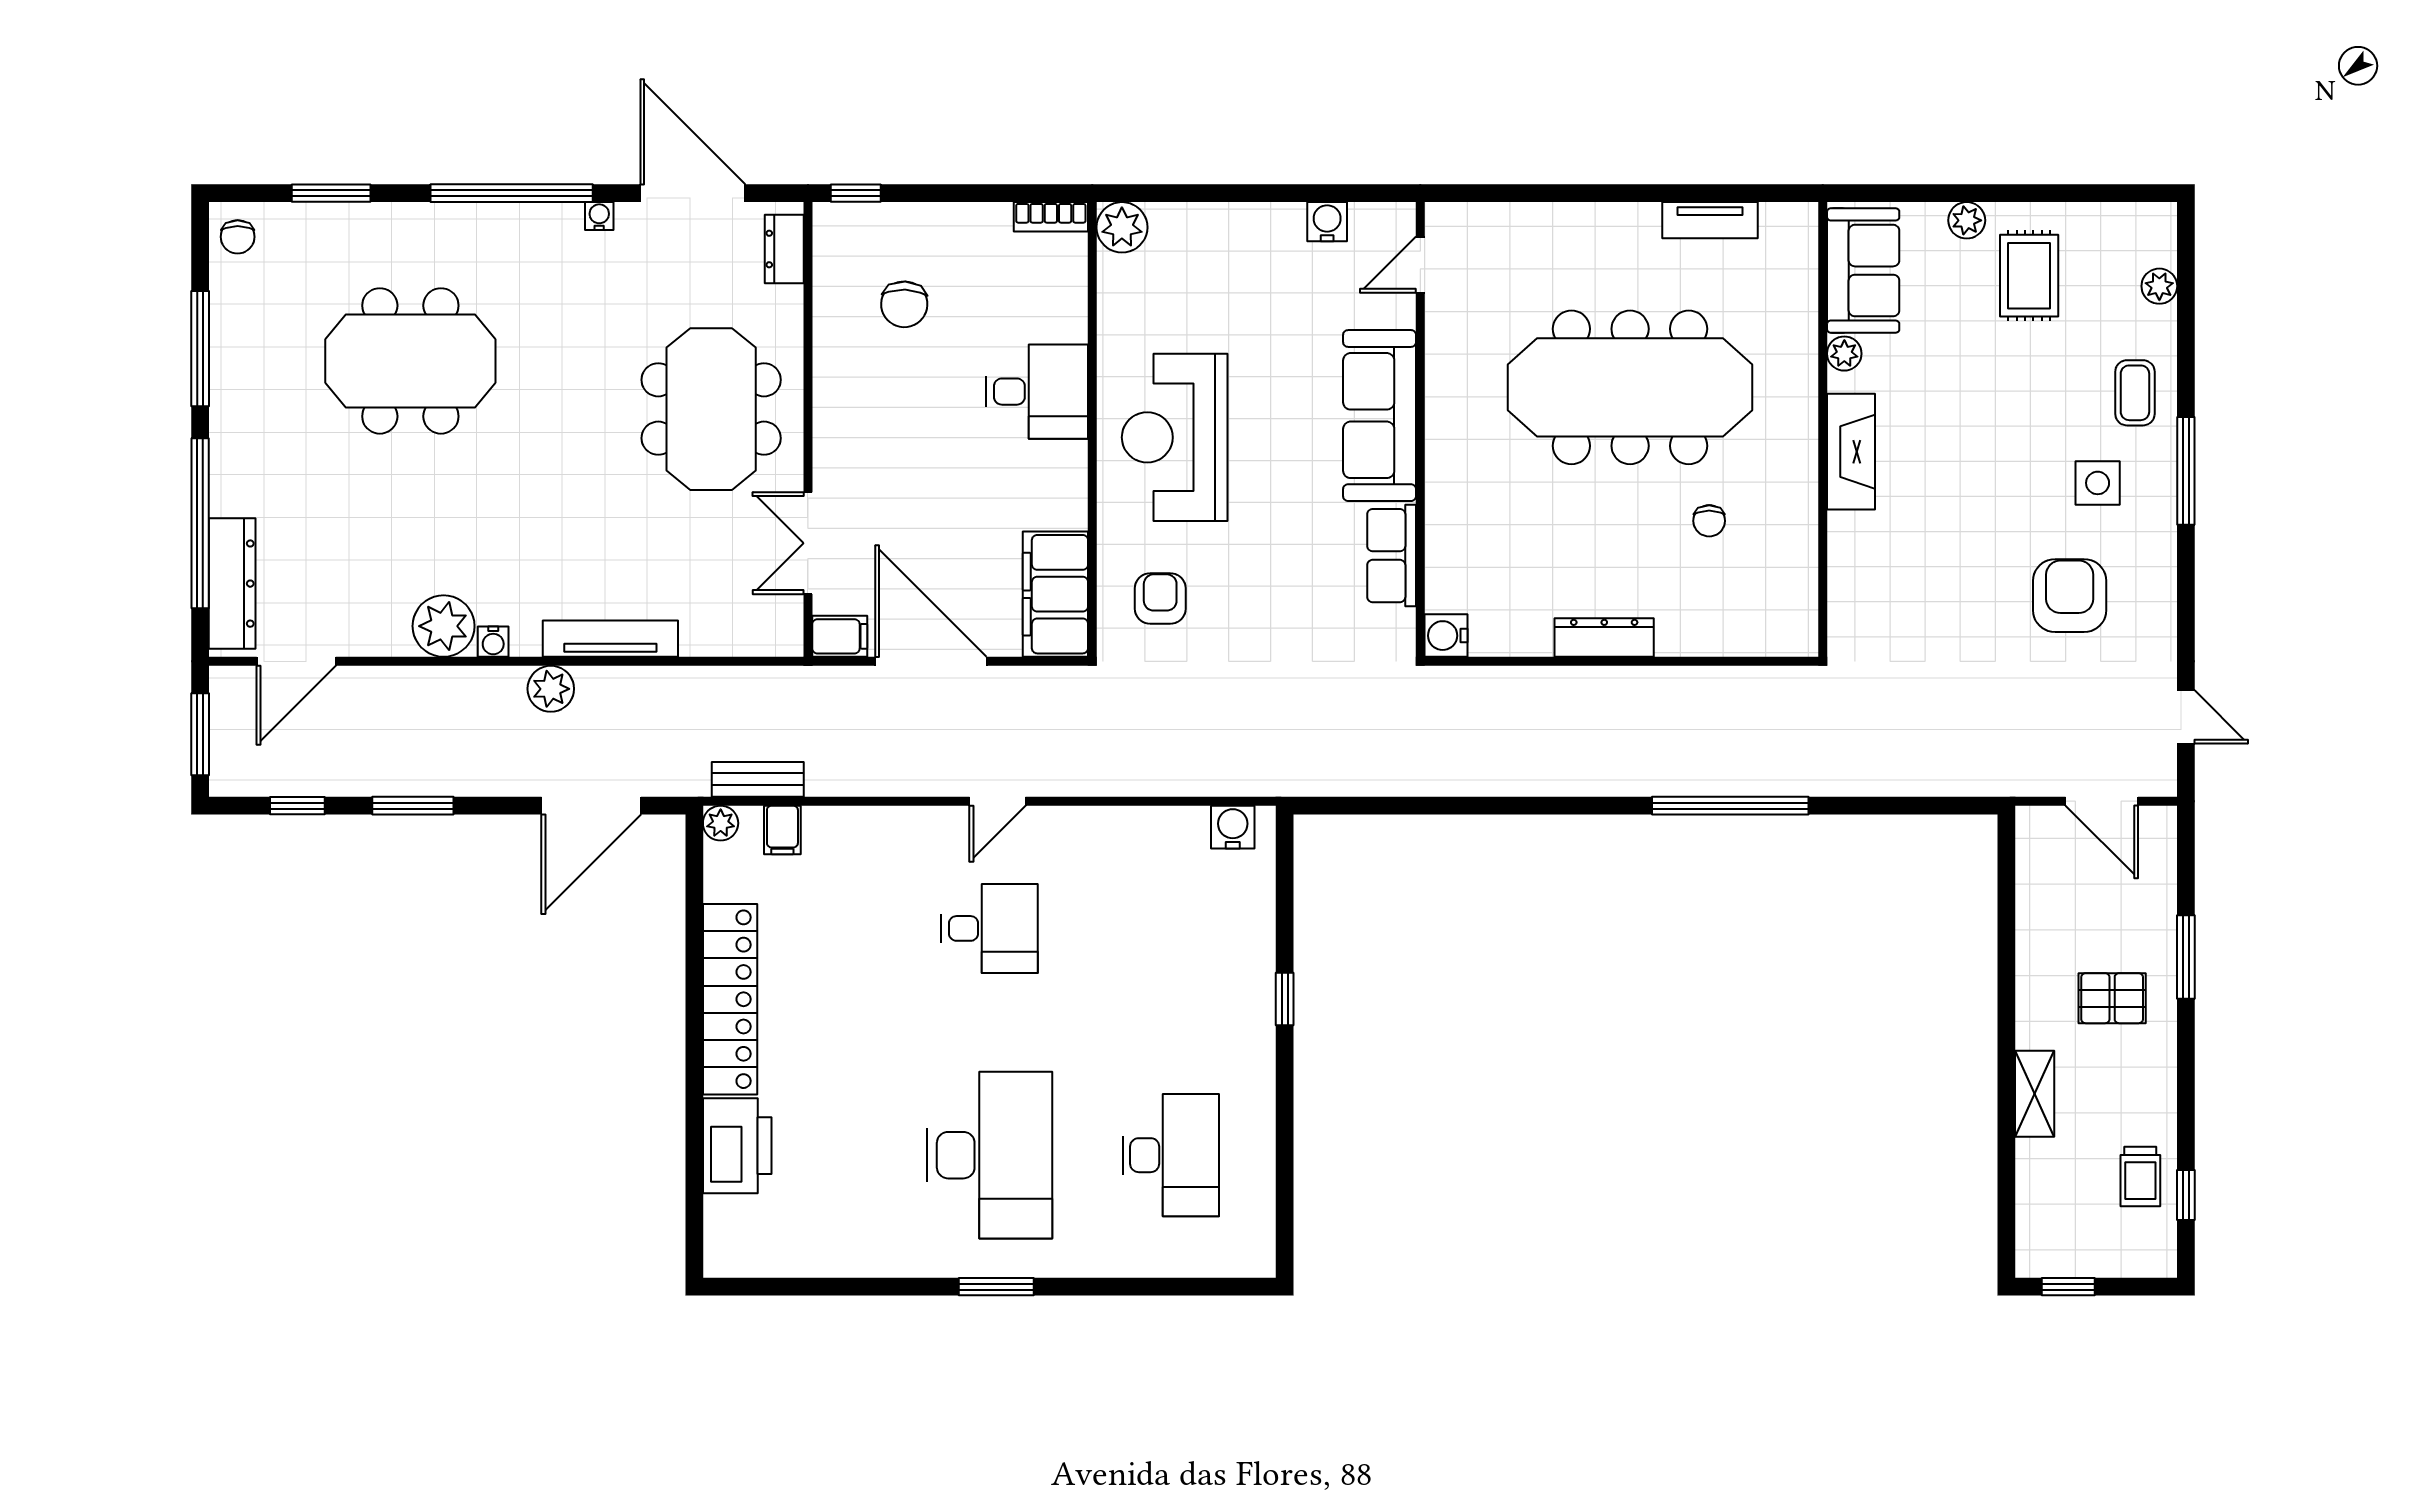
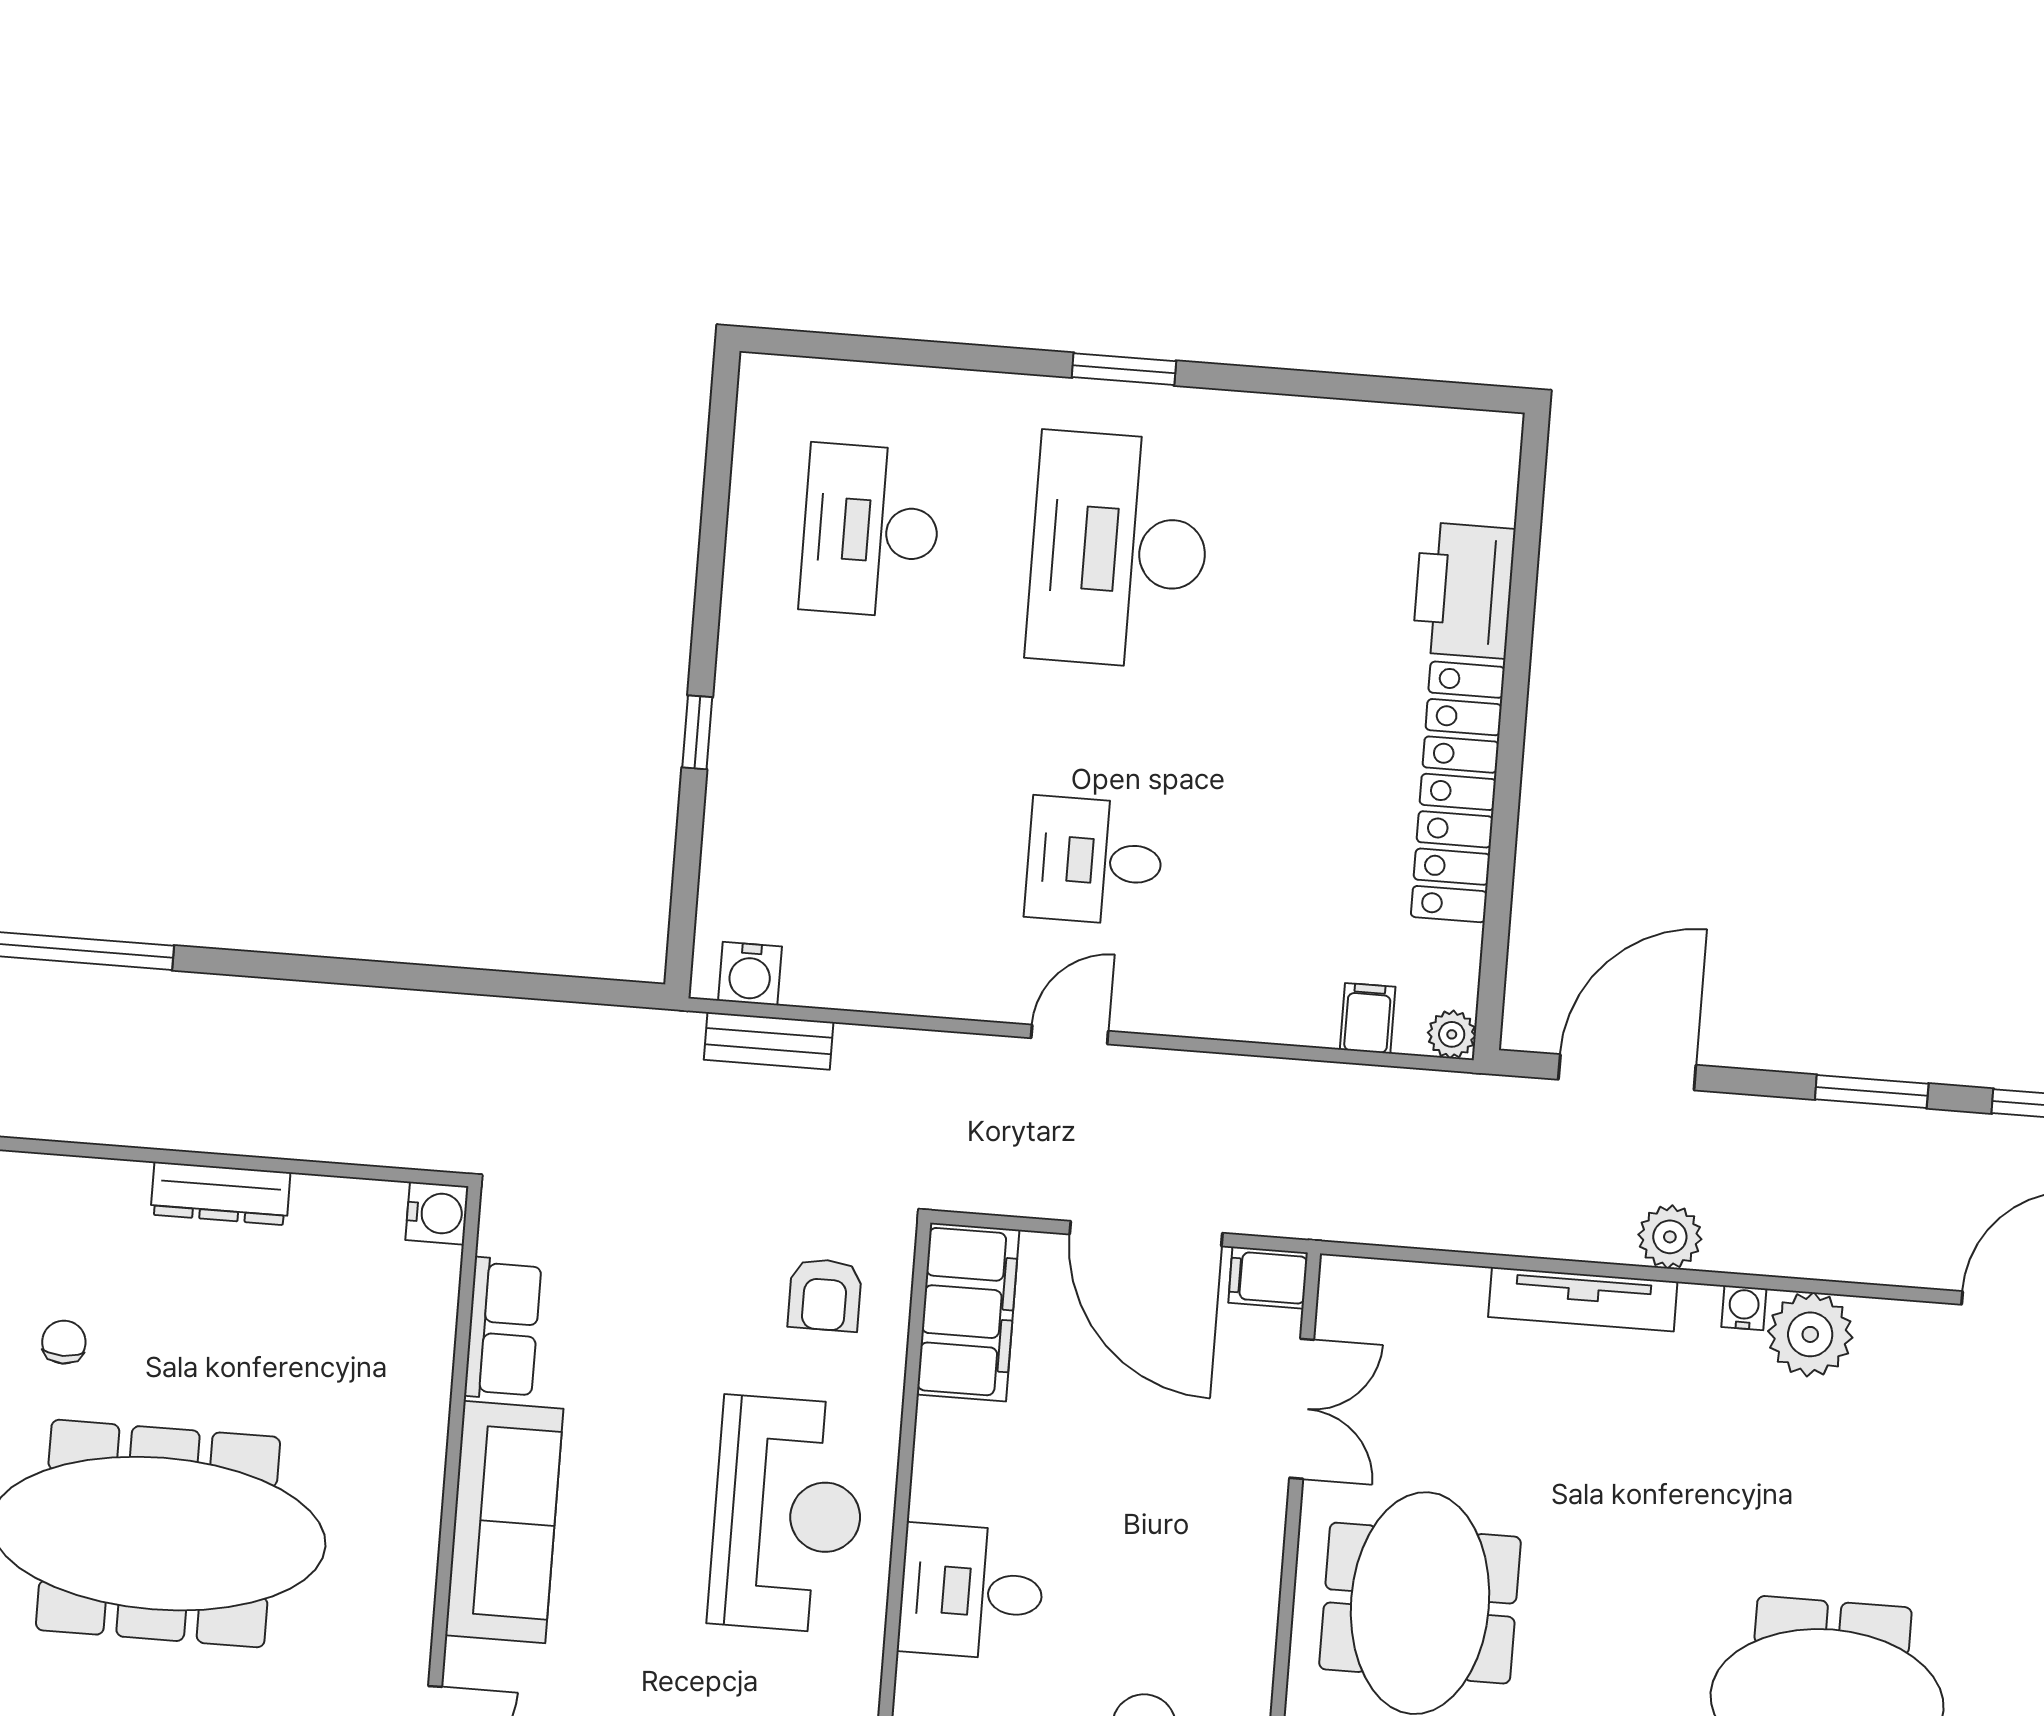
bench: (758, 779) -> (769, 1041), moved

